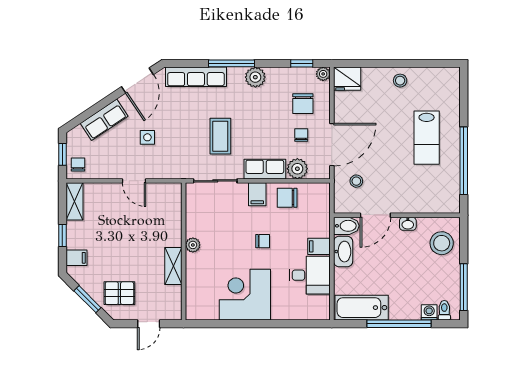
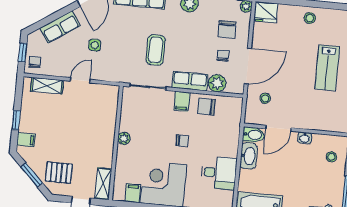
door: (134, 181) -> (80, 80), swing flipped
shelving: (75, 201) -> (47, 86), moved, turned 90
stool: (442, 243) -> (331, 157), width x0.53, depth x0.53
filing cabinet: (319, 246) -> (133, 193), moved, turned 90
shelving: (173, 266) -> (103, 184), moved

